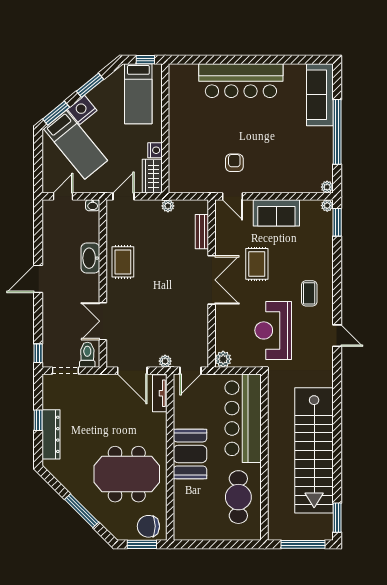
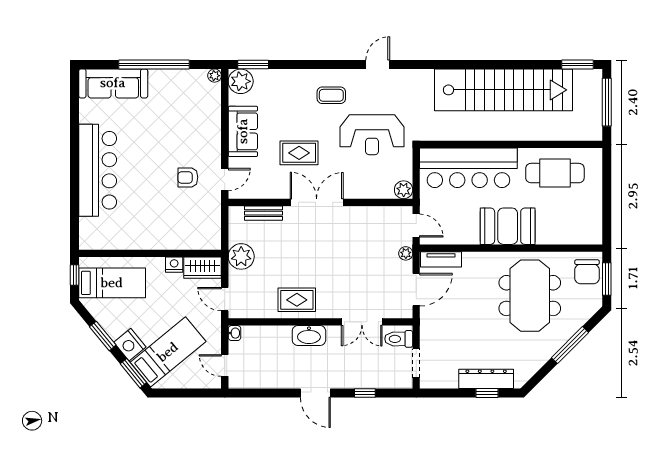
plant: (168, 206) -> (241, 256), width x1.87, depth x1.87
plant: (327, 206) -> (241, 81), width x1.87, depth x1.87
washbasin: (90, 258) -> (309, 336), moved
window: (38, 353) -> (365, 393), moved
window: (38, 420) -> (487, 393), moved

